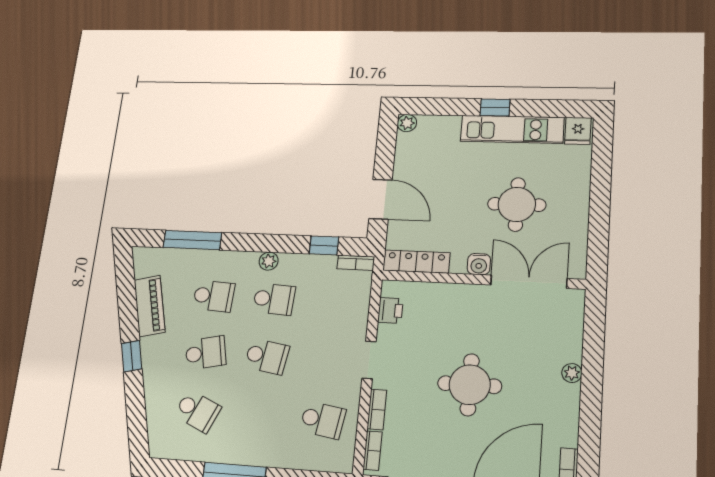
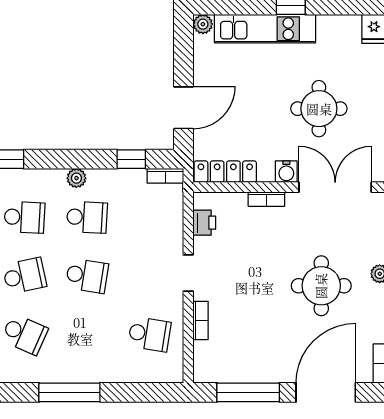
kitchen unit: (512, 129) -> (265, 29), moved
door: (381, 199) -> (184, 108), hinge flipped
round table: (470, 385) -> (321, 286), moved
bookcase: (373, 451) -> (266, 199), moved, turned 90

